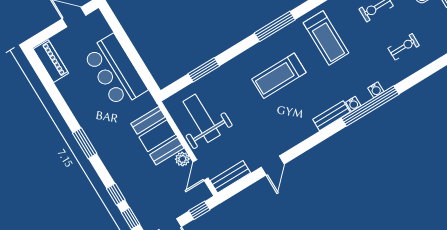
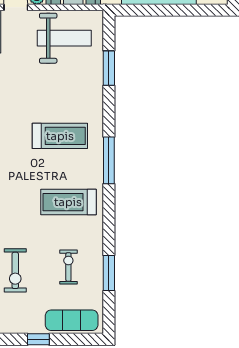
exercise bike: (404, 47) -> (15, 270), width x1.38, depth x1.39
treadmill: (279, 76) -> (60, 136), turned 90

